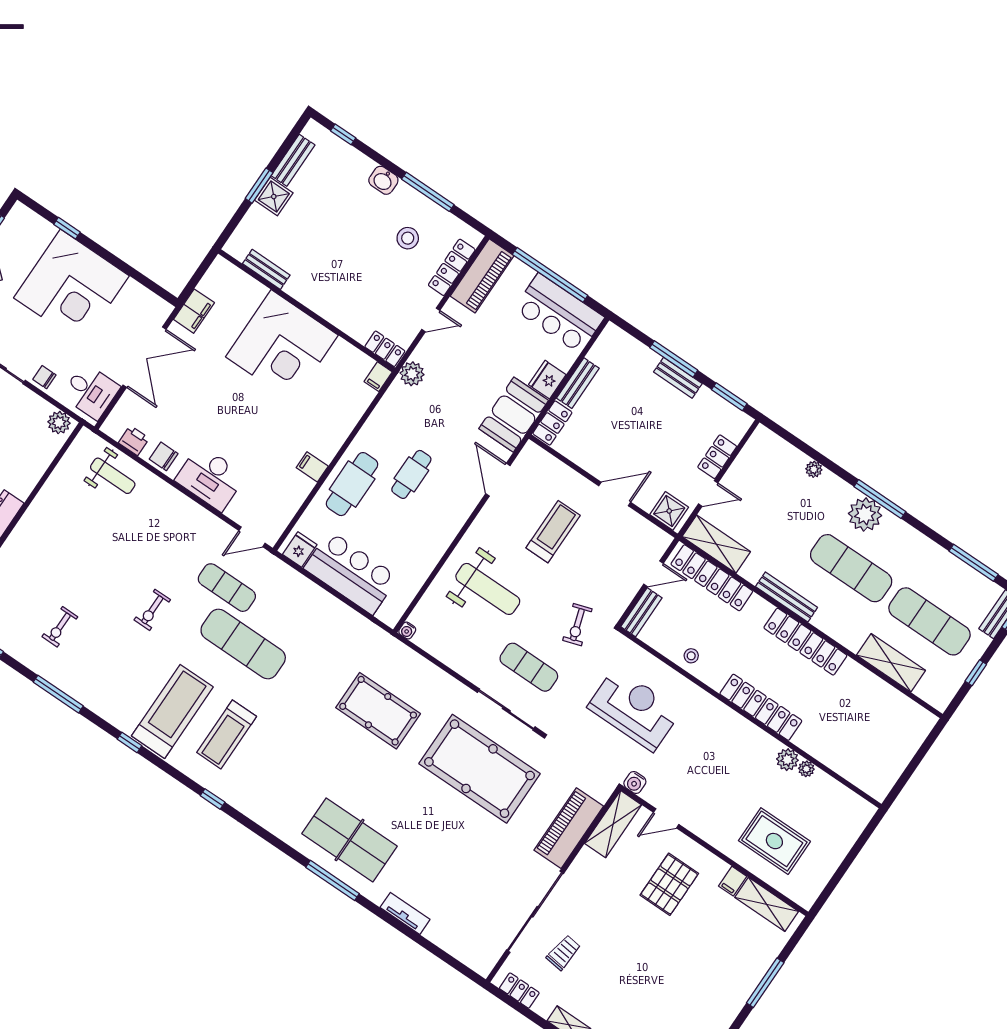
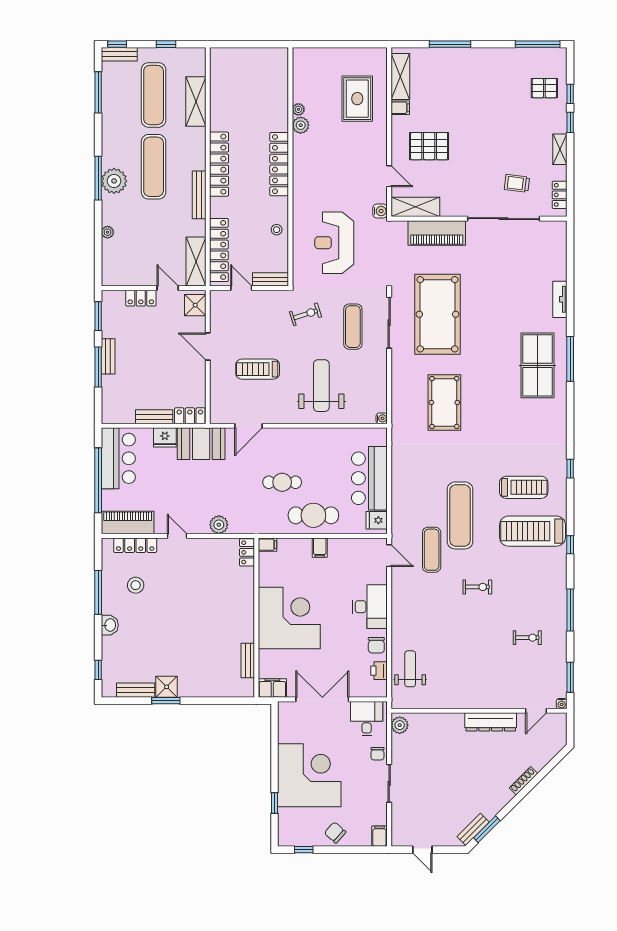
bench: (266, 269) -> (248, 661), moved
wall: (307, 311) -> (256, 618), moved
corner desk: (282, 346) -> (289, 618), moved
locker: (385, 349) -> (247, 552), moved
filing cabinet: (378, 377) -> (267, 545), moved

